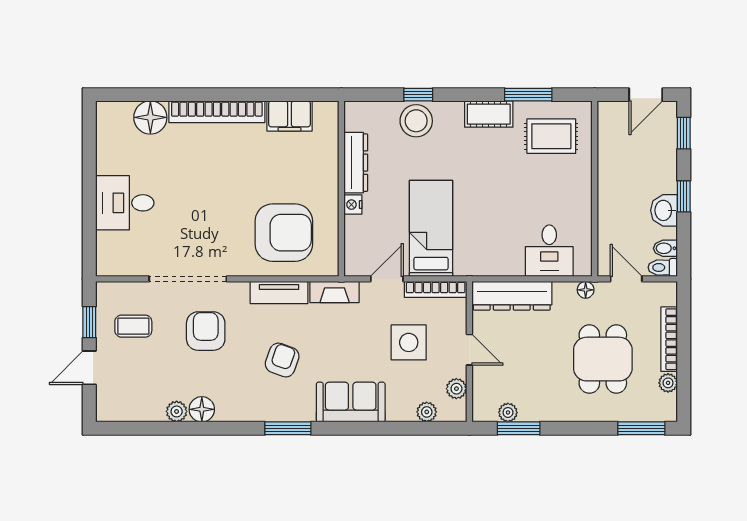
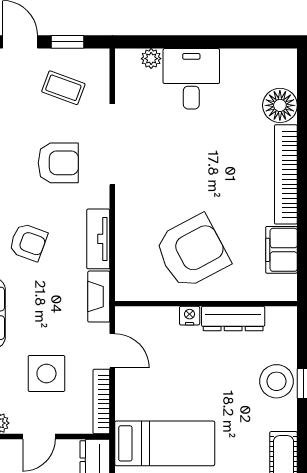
bed: (431, 228) -> (165, 443), moved
armchair: (284, 233) -> (192, 252), moved, turned -118
plant: (105, 242) -> (151, 59), added
coffee table: (133, 326) -> (63, 88), turned -70

